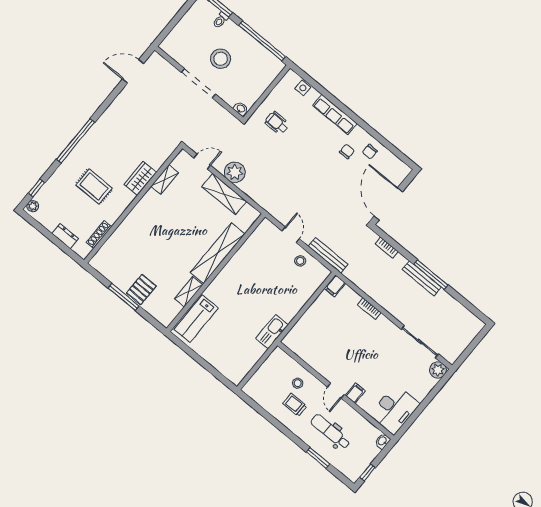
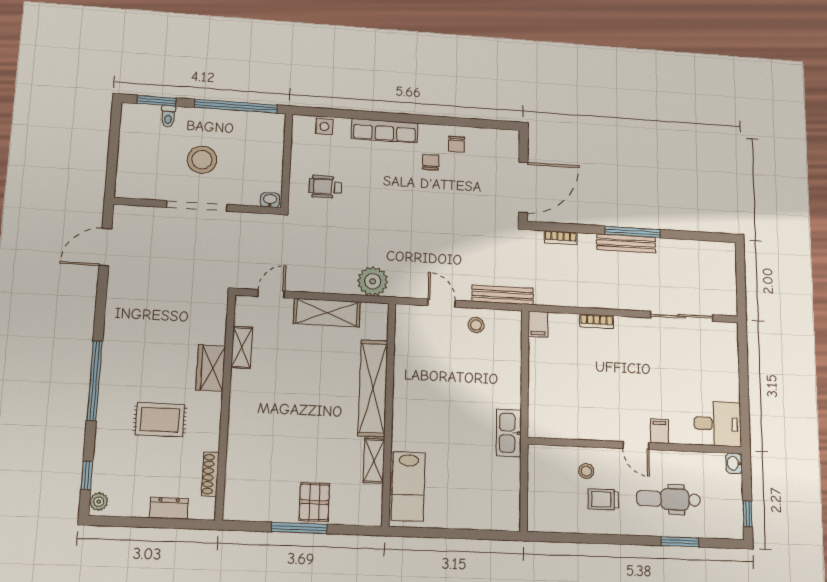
plant: (235, 172) -> (373, 281), moved
door: (388, 204) -> (523, 187), swing flipped
plant: (438, 370) -> (727, 333), removed
desk: (395, 409) -> (718, 424), width x0.73

